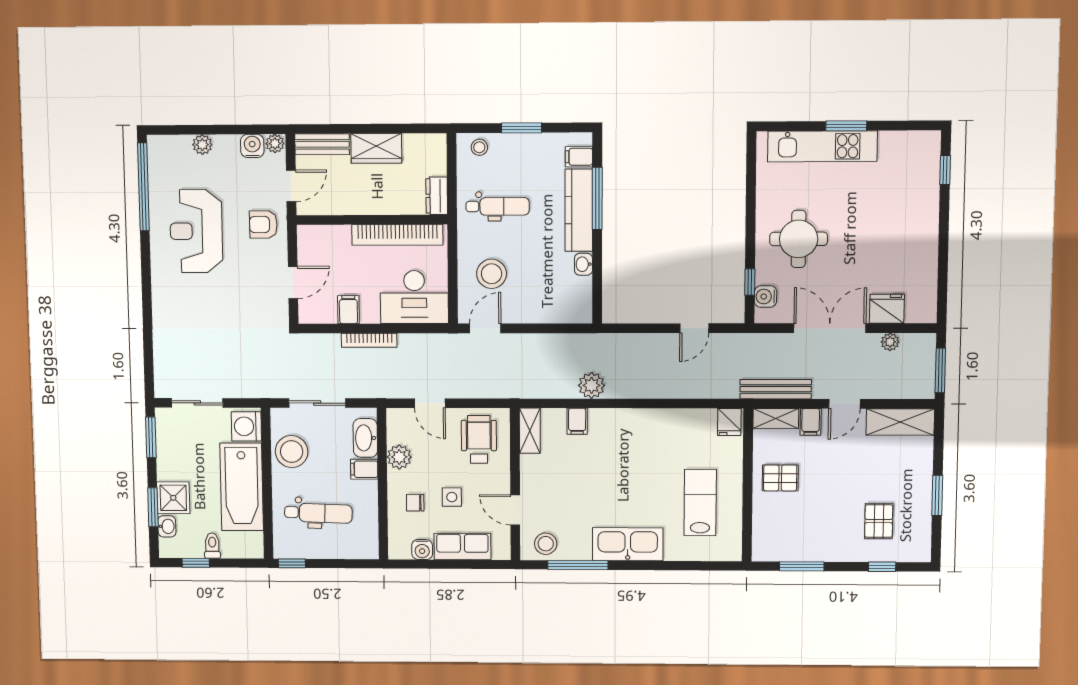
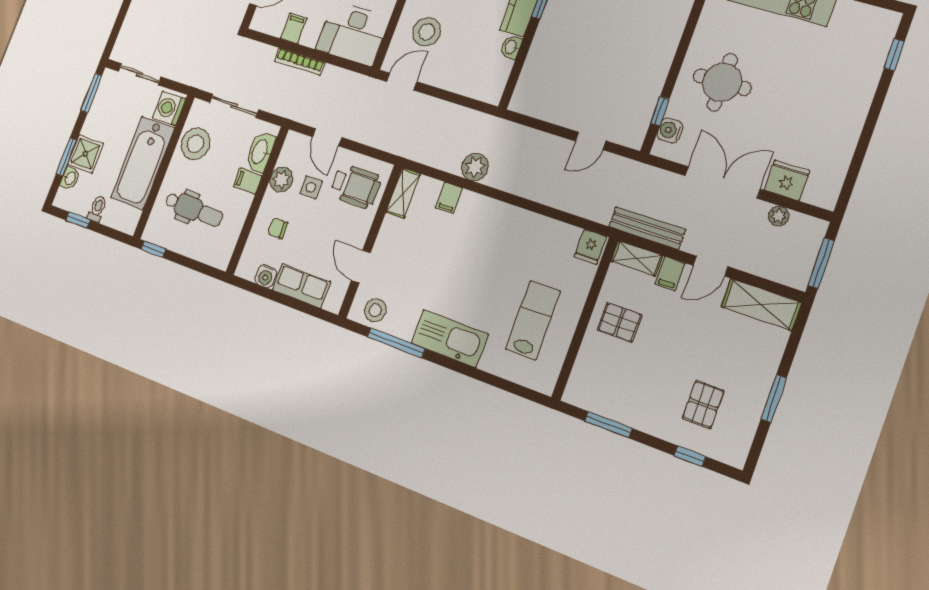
wheelchair: (479, 439) -> (356, 186), turned 90
side table: (452, 497) -> (311, 187), moved

